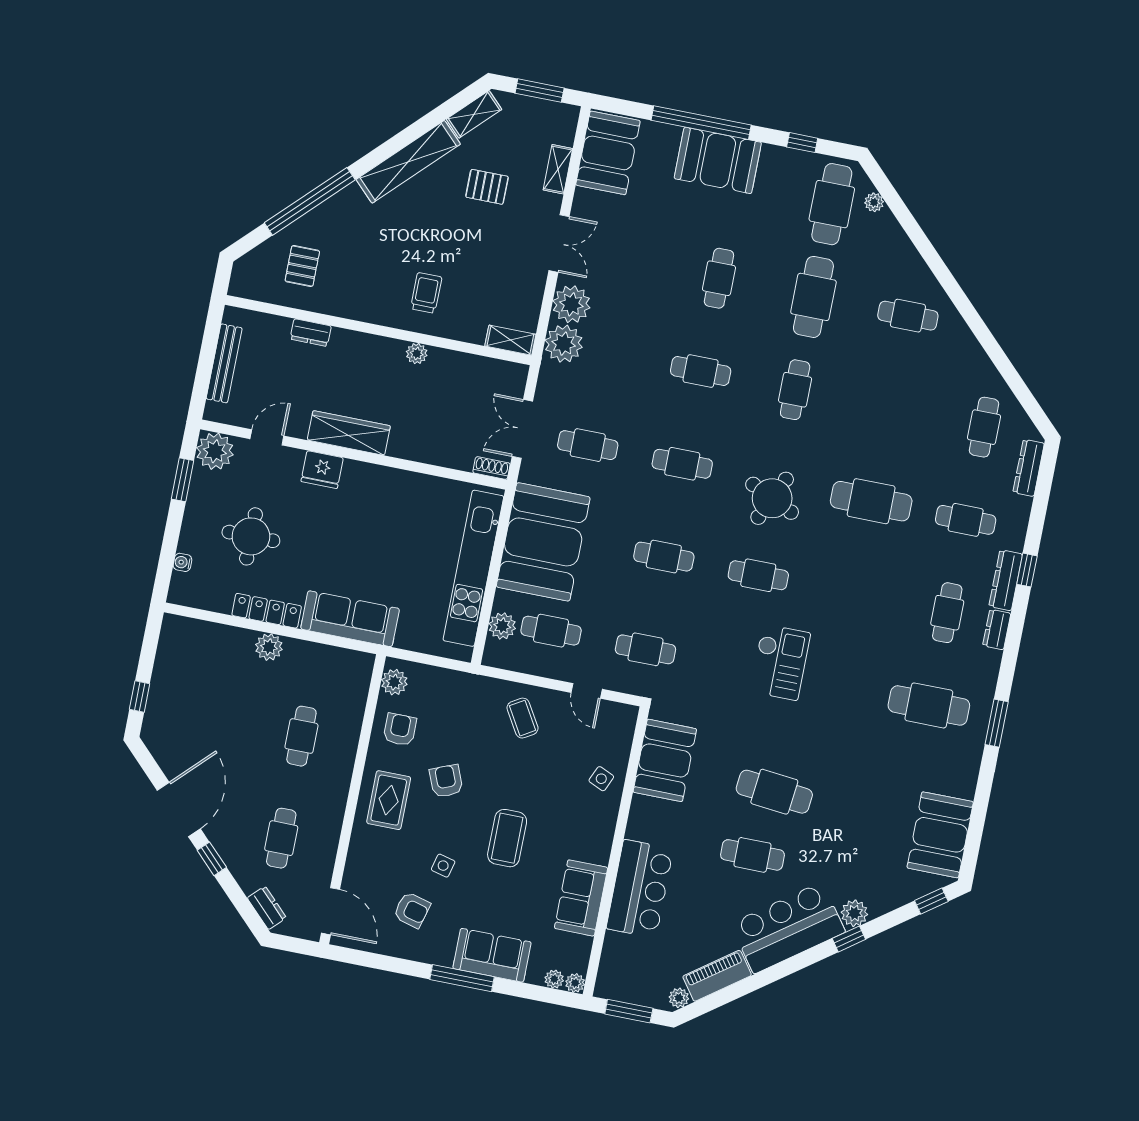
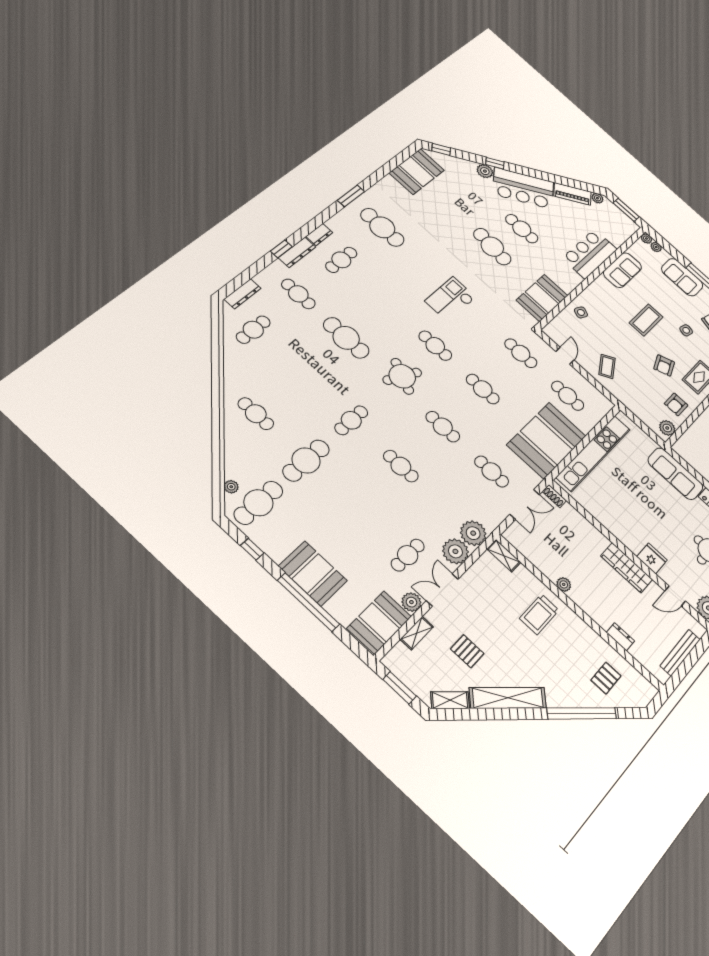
cafe table: (719, 278) -> (408, 555), moved
trolley: (426, 293) -> (539, 614), width x1.36, depth x1.39
plant: (502, 626) -> (411, 602), moved

